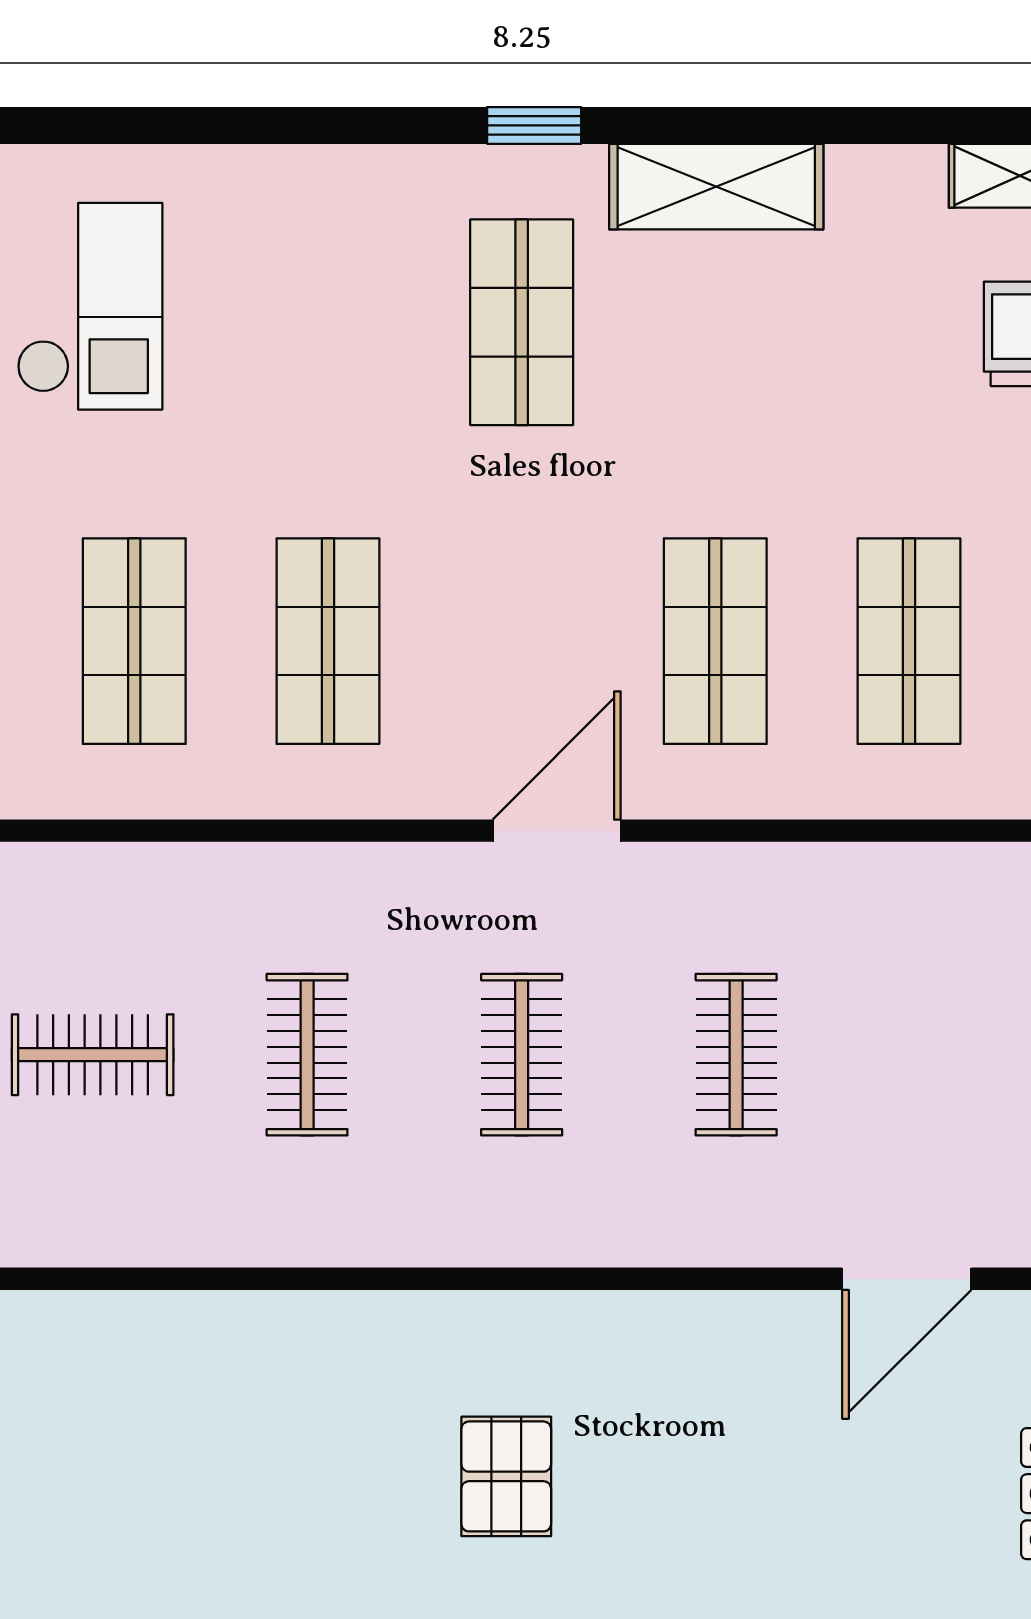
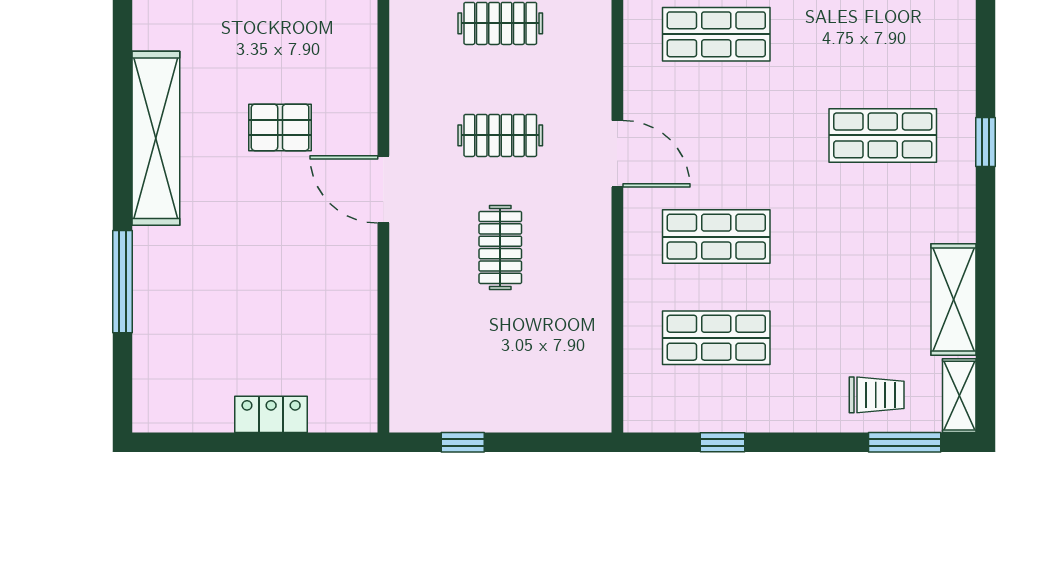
shelving: (716, 187) -> (954, 300), moved
clothes rail: (736, 1055) -> (500, 247), turned 90
door: (907, 1279) -> (383, 189), moved

